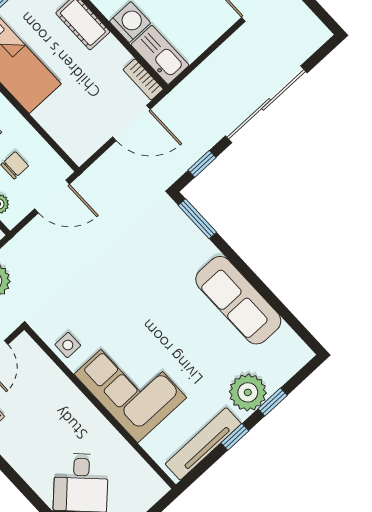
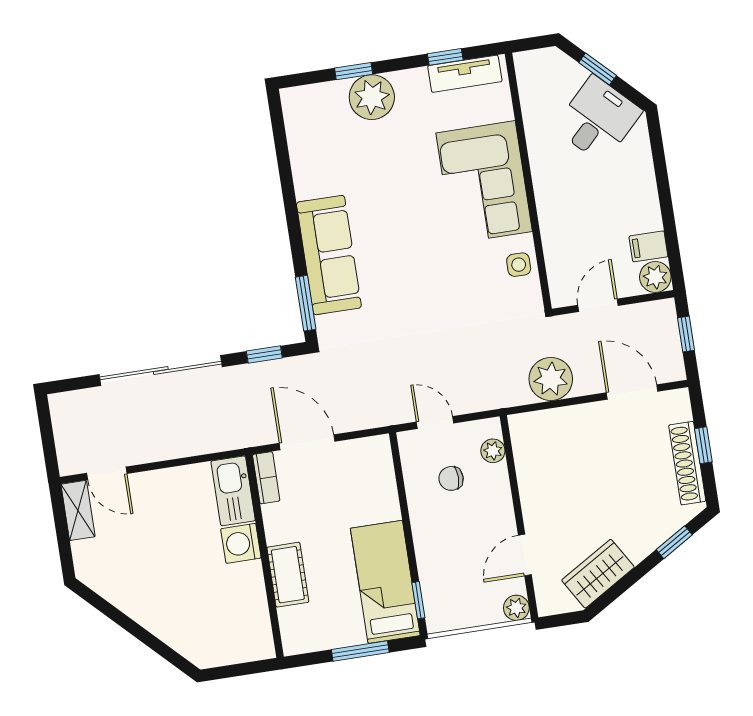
door: (52, 197) -> (435, 423), width x0.73
sofa: (238, 300) -> (329, 255), moved
window: (235, 437) -> (445, 57), moved
tv unit: (203, 444) -> (465, 74), width x0.71

